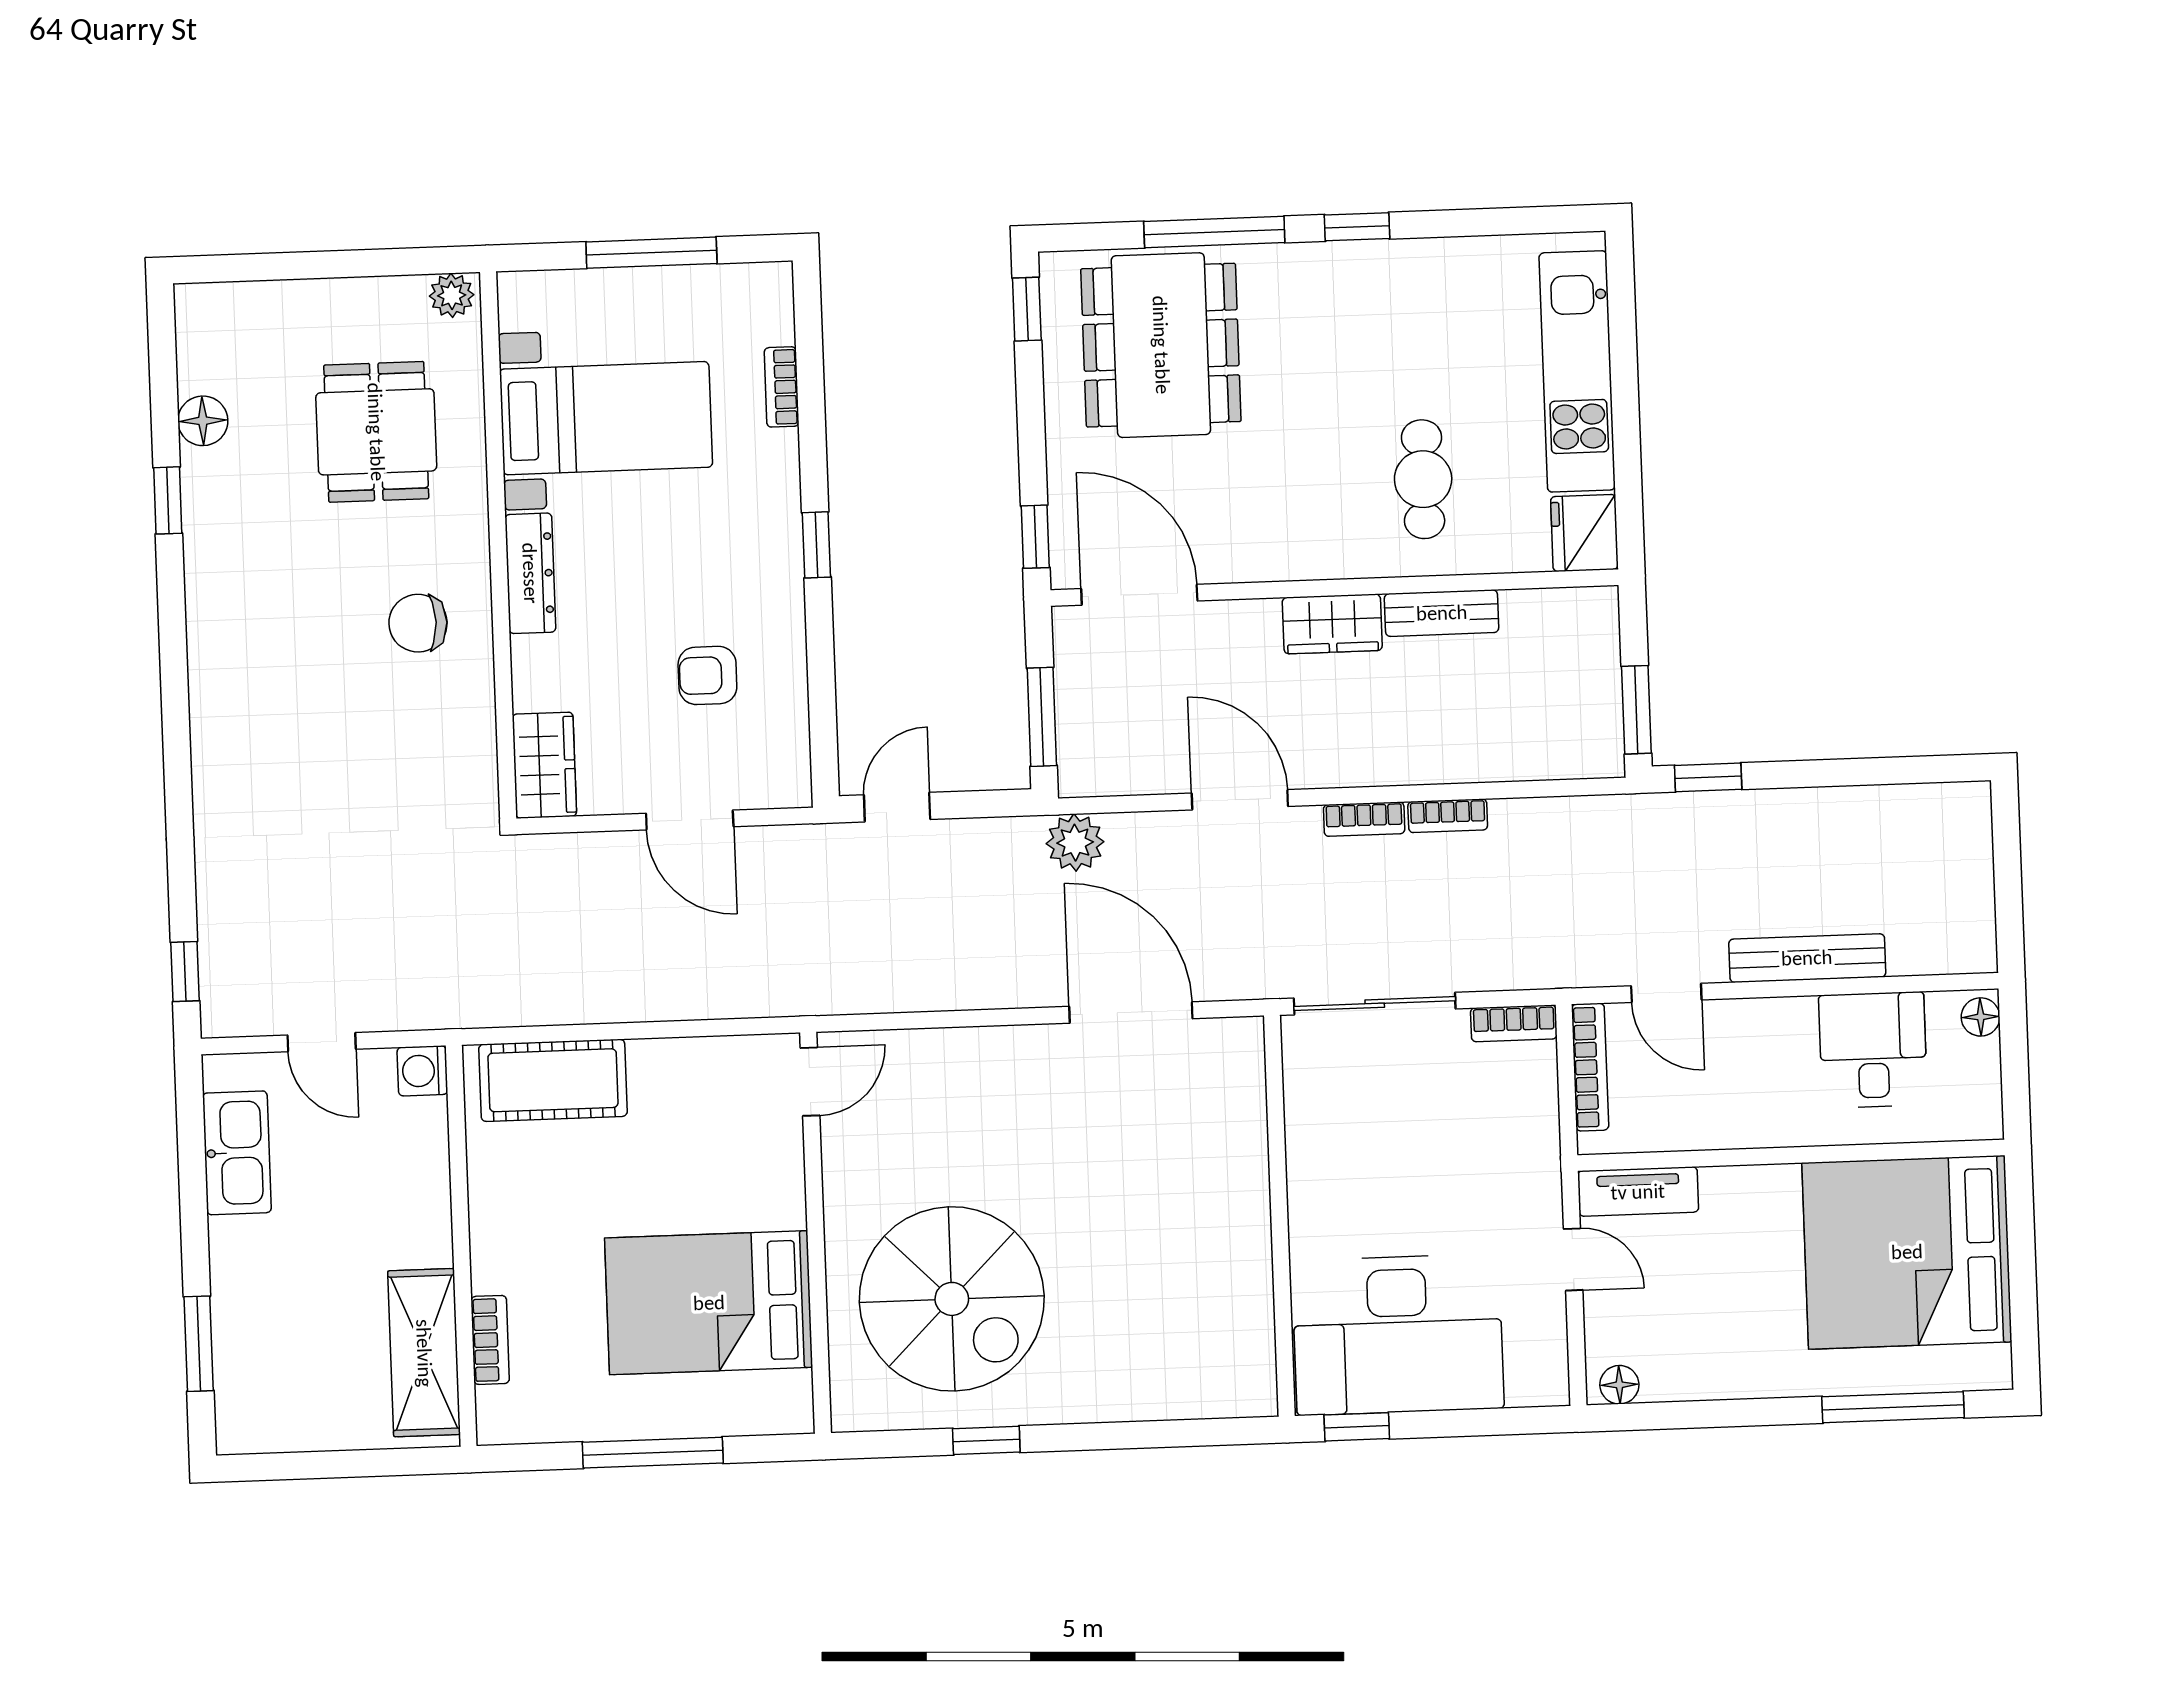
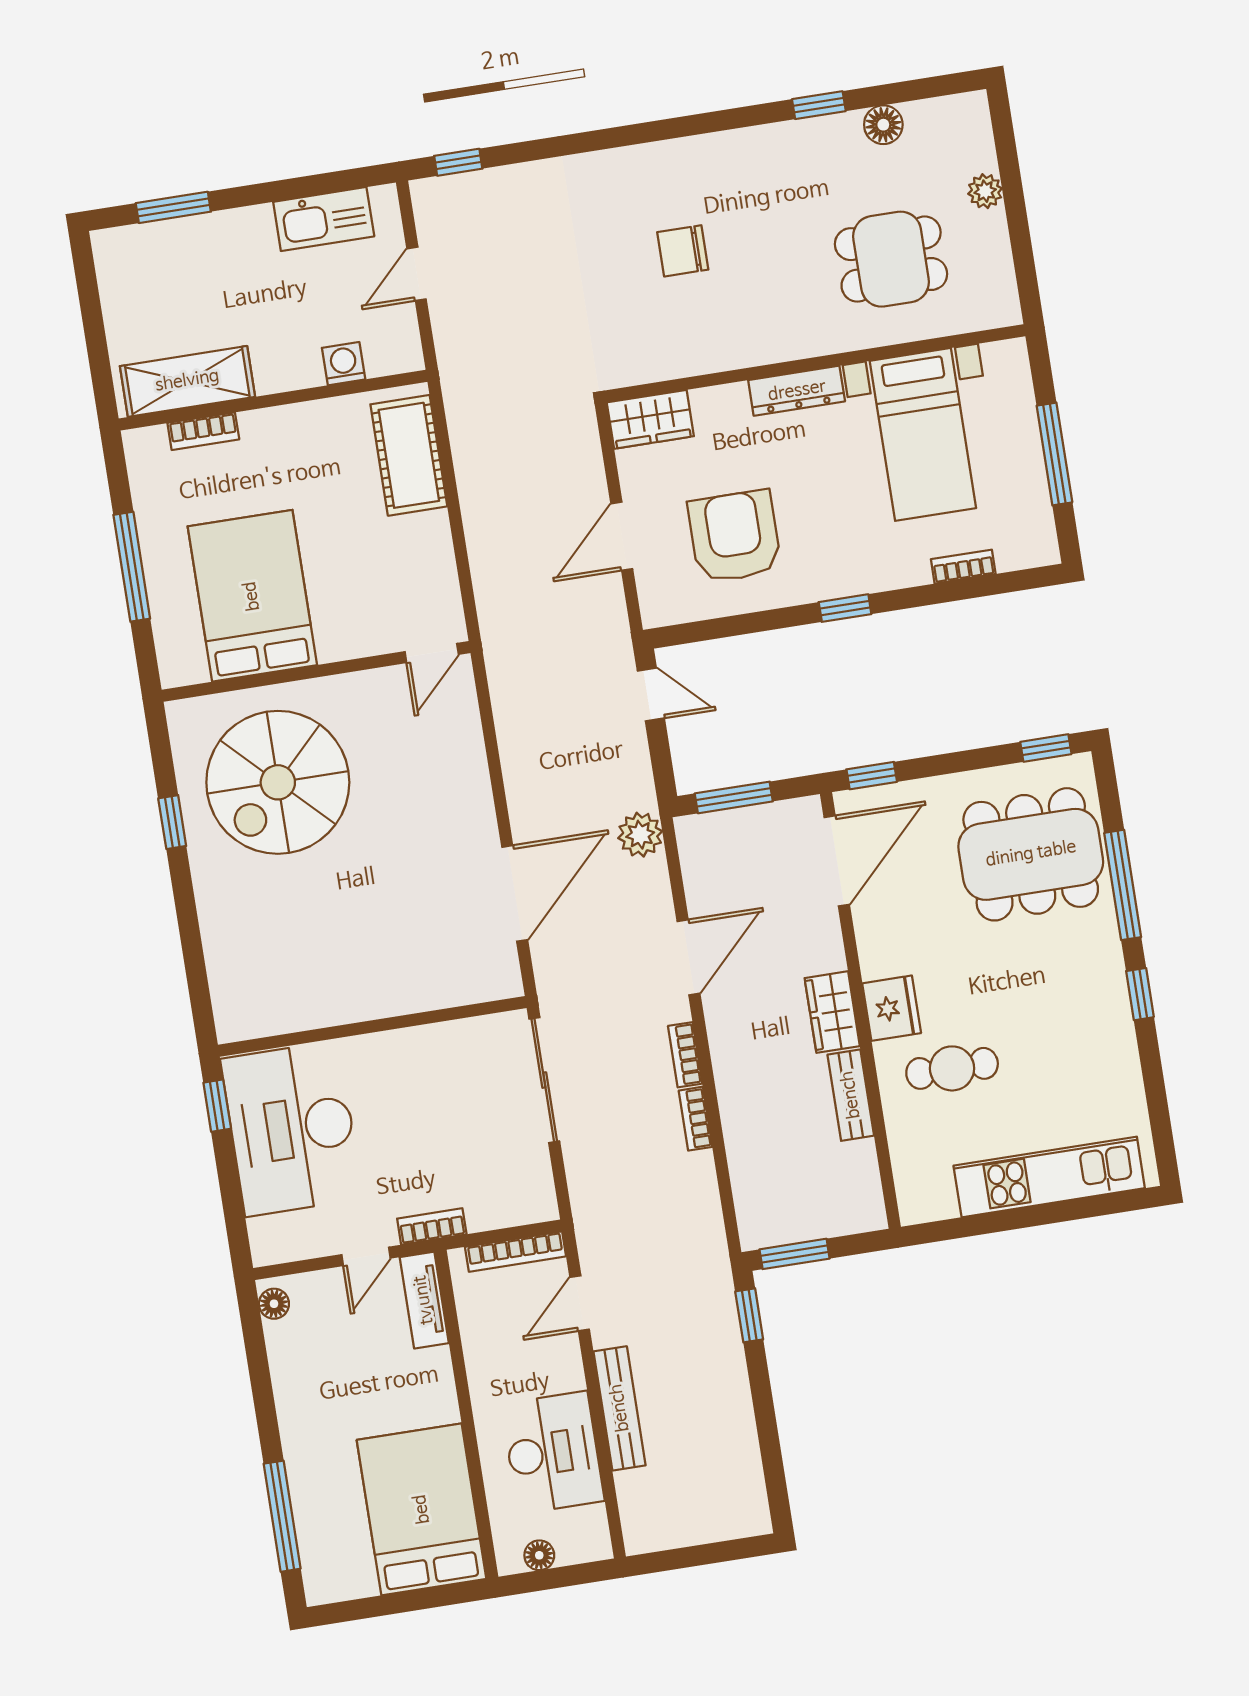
plant: (452, 295) -> (985, 191), moved
fridge: (1584, 533) -> (892, 1008), moved, turned 90
chair: (418, 623) -> (683, 251), moved, turned -90
armchair: (707, 675) -> (735, 536), width x1.88, depth x1.88
floor lamp: (1981, 1017) -> (539, 1555), moved
bookcase: (1514, 1023) -> (432, 1226), moved, turned 90
desk: (1873, 1050) -> (553, 1453), width x1.37
washing machine: (422, 1071) -> (344, 364), moved
door: (810, 1082) -> (432, 653), hinge flipped
bed: (1907, 1252) -> (422, 1509), width x0.73

